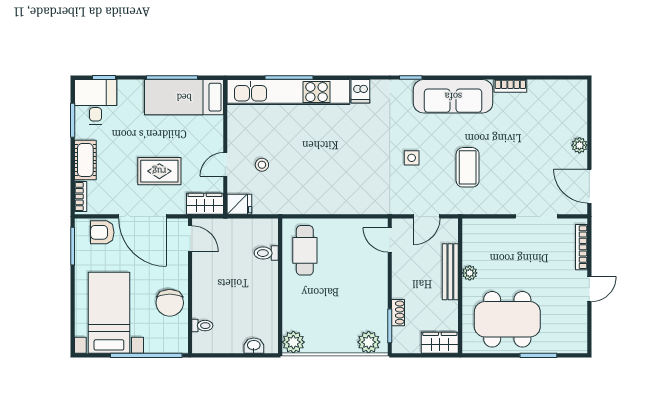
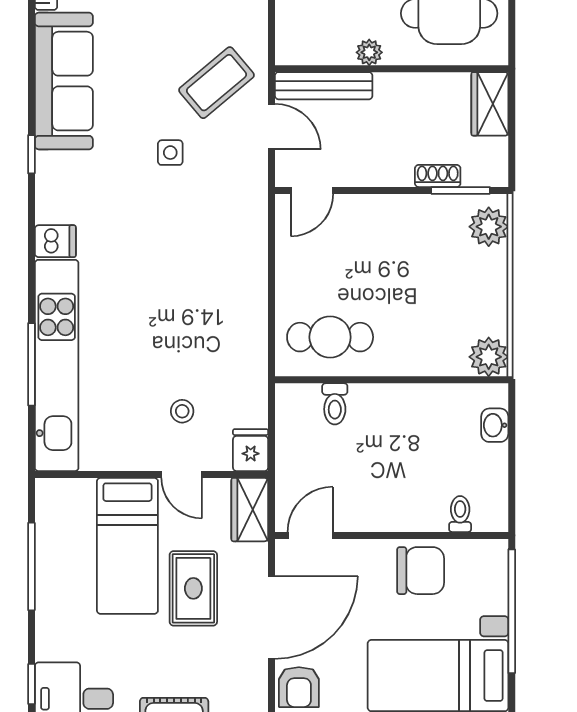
bed: (184, 97) -> (127, 546), moved
coffee table: (468, 167) -> (216, 83), moved, turned -40
bench: (450, 272) -> (324, 86), moved

